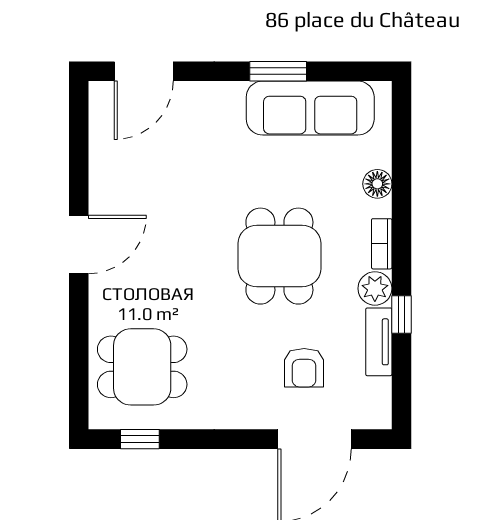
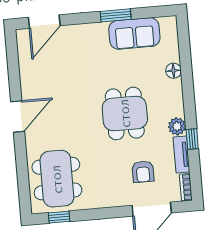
sofa: (310, 108) -> (134, 33), width x0.73
bookcase: (382, 244) -> (186, 187), moved
dining table: (142, 367) -> (57, 179), width x1.38

